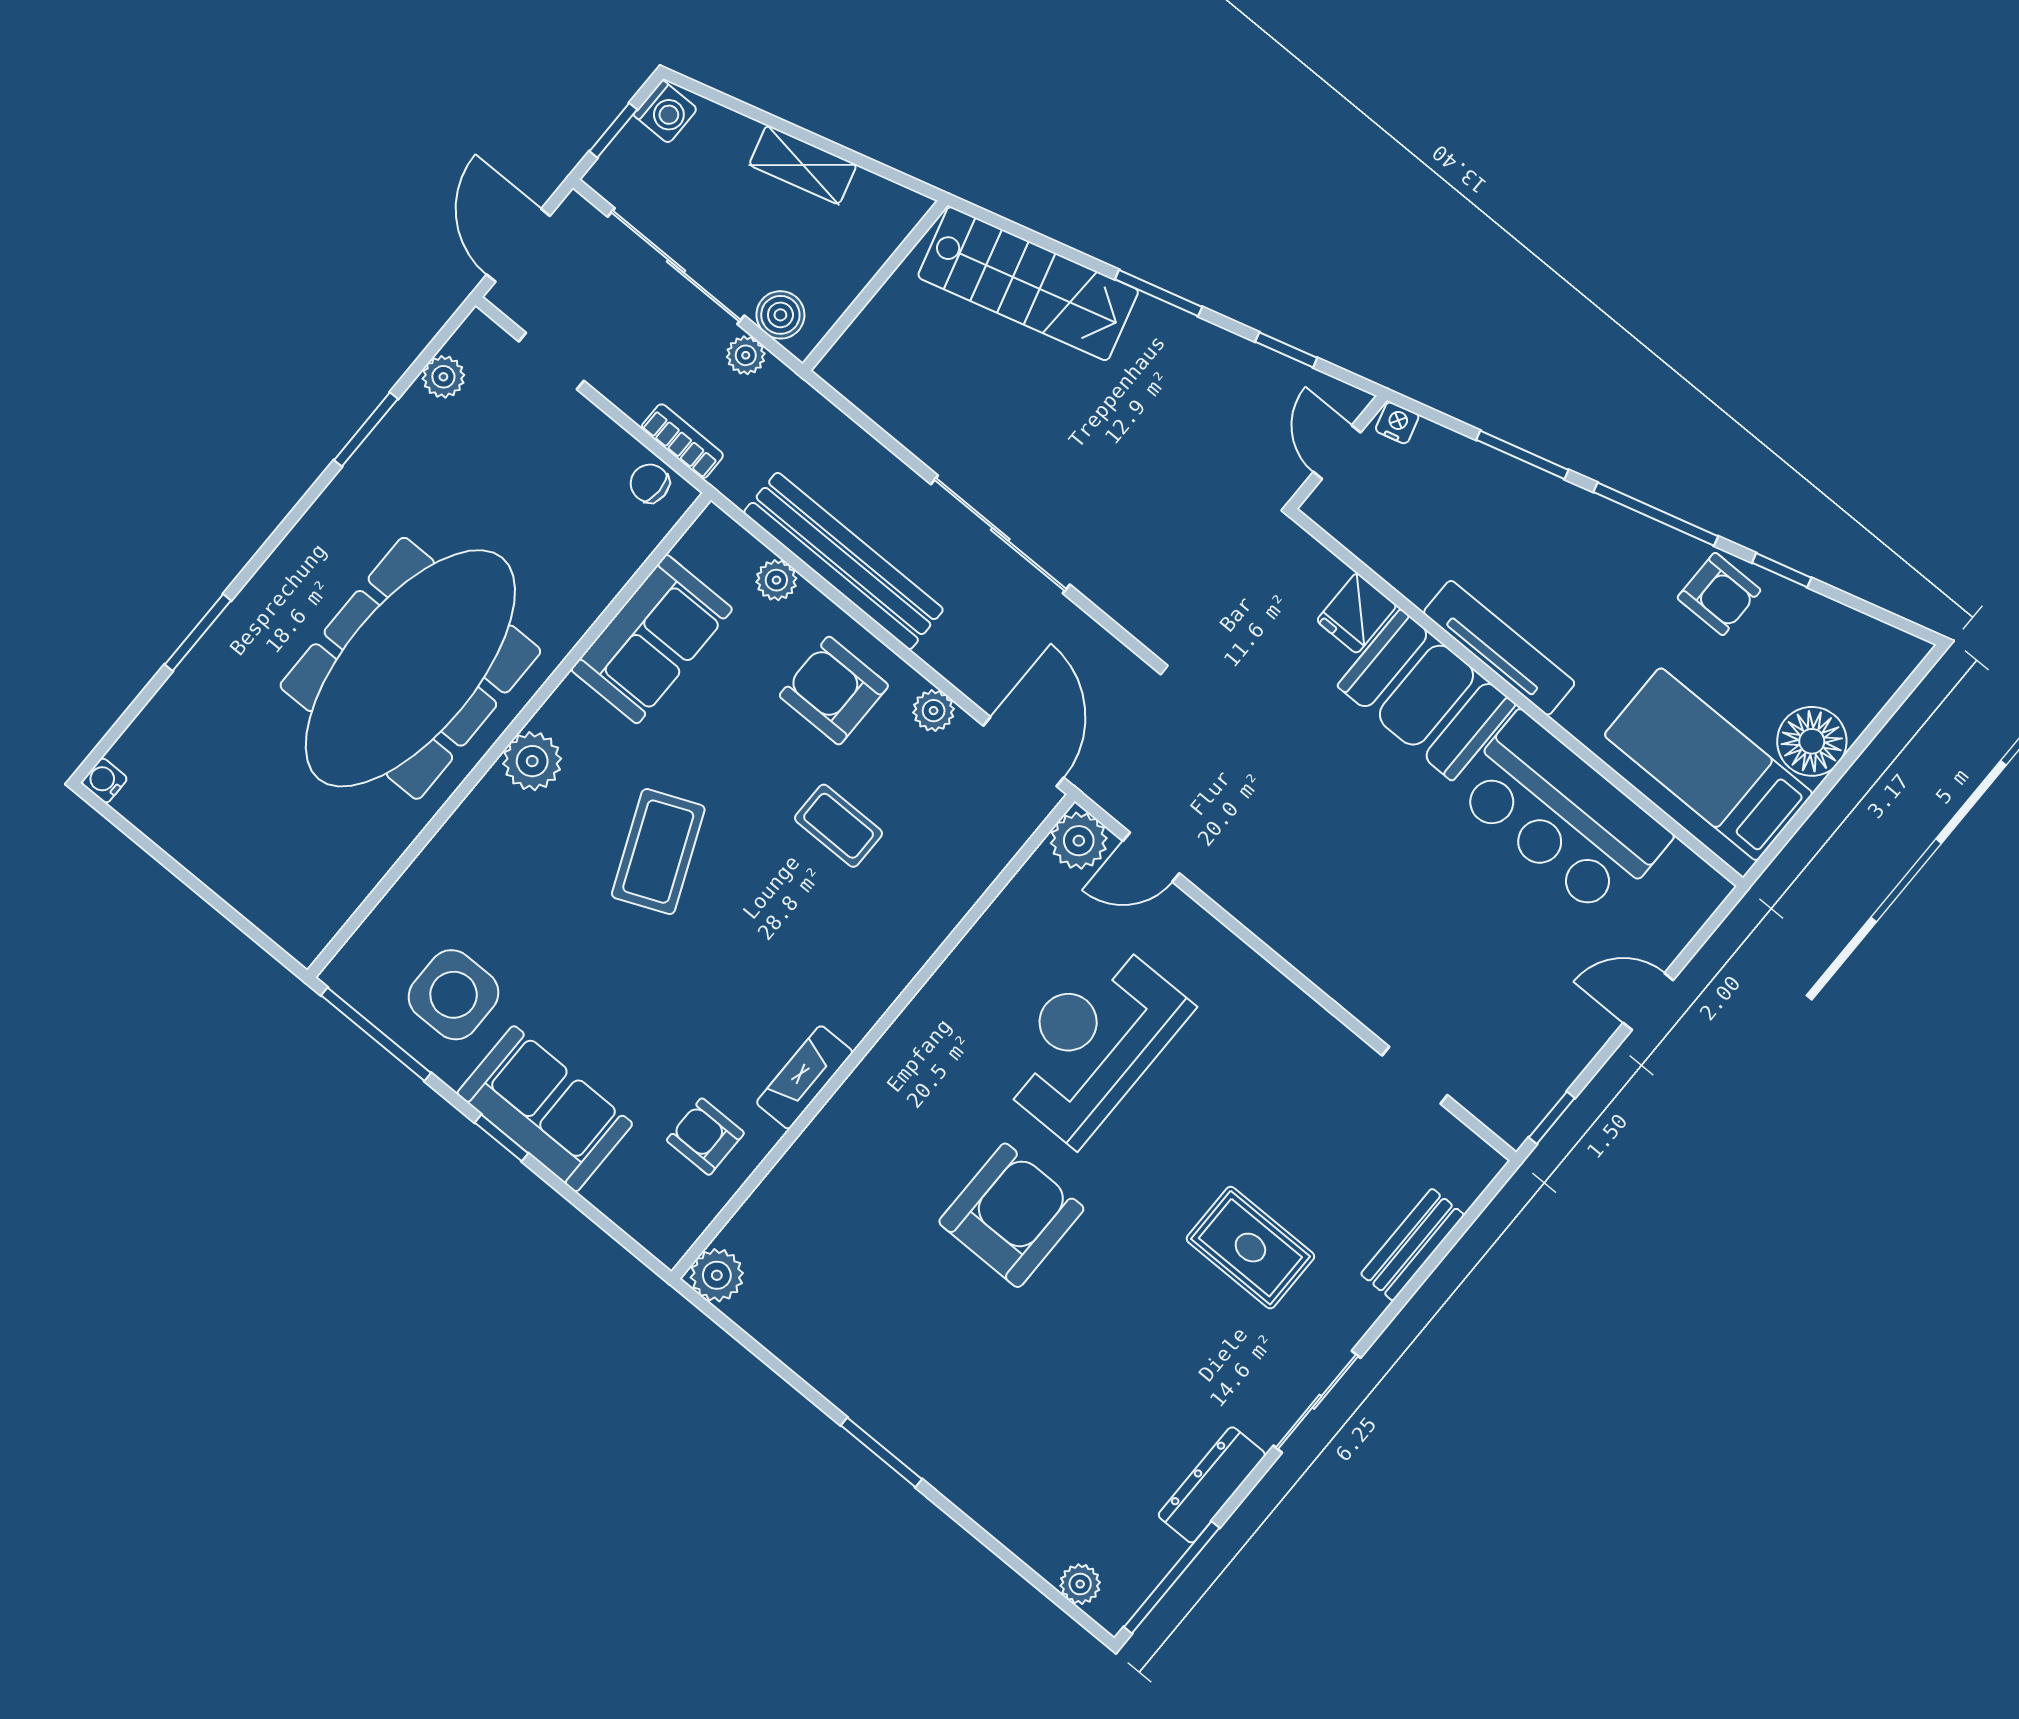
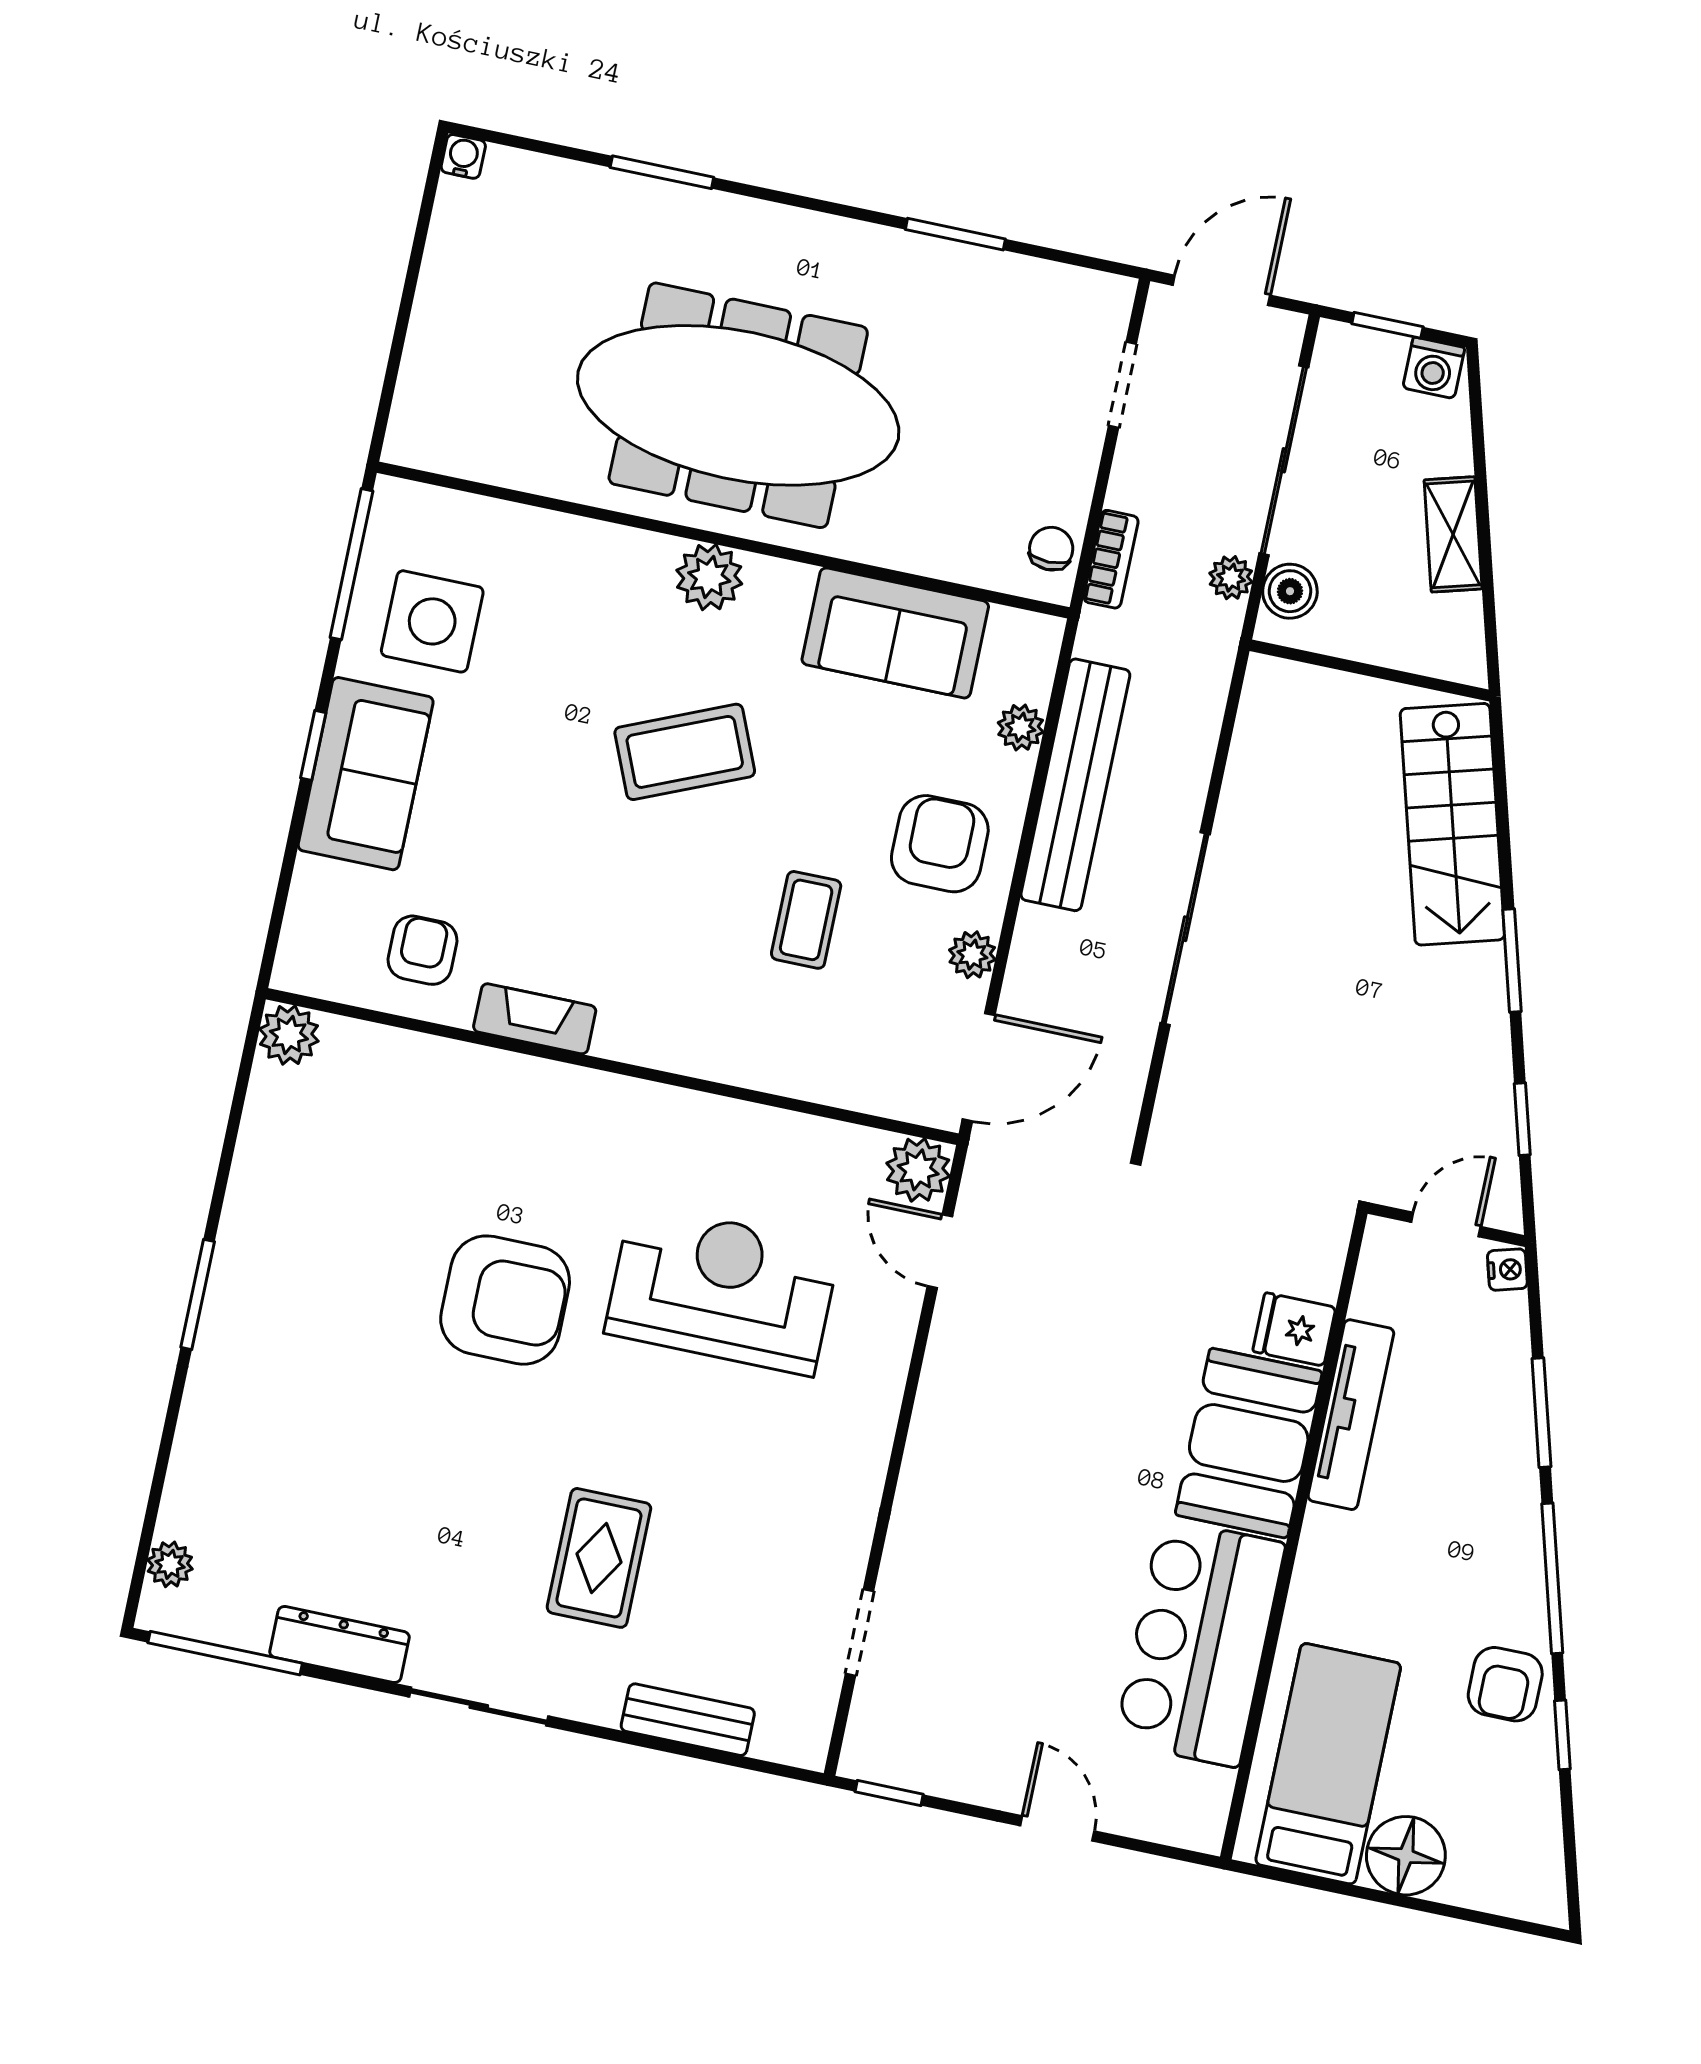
plant: (443, 377) -> (1049, 284), removed
tv unit: (1499, 648) -> (1351, 1415), moved

